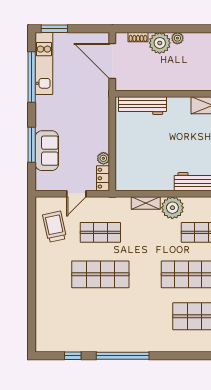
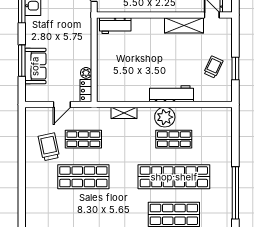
workbench: (142, 106) -> (115, 26), width x0.73
plant: (172, 208) -> (165, 117), moved
trolley: (55, 227) -> (49, 147), moved

